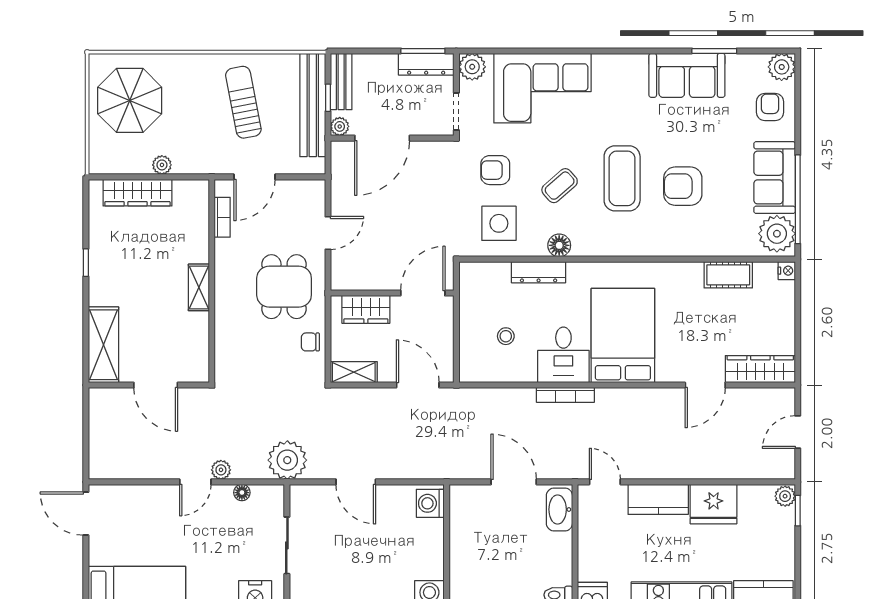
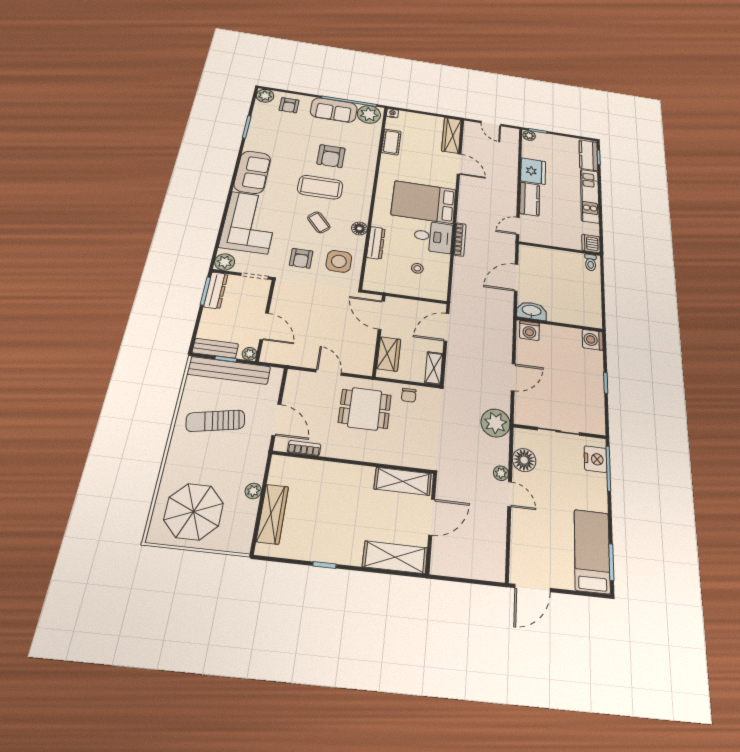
sofa: (687, 75) -> (252, 172), moved
armchair: (770, 107) -> (289, 105), turned -90
door: (382, 138) -> (264, 326), width x0.73
shelving: (199, 287) -> (403, 481), moved, width x1.50, depth x1.33
floor lamp: (242, 493) -> (524, 460), width x1.89, depth x1.89
washbasin: (559, 509) -> (532, 311), moved, turned 180

